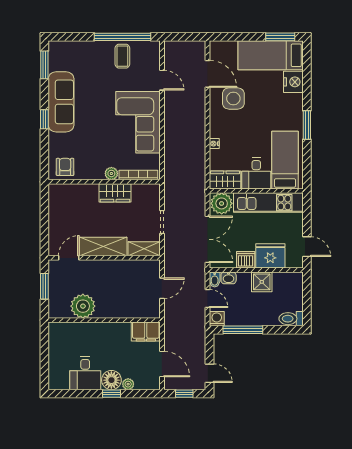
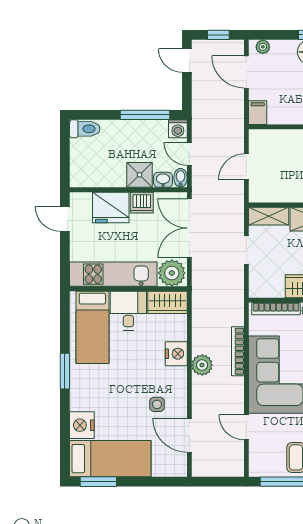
side table: (233, 99) -> (157, 404), width x0.54, depth x0.54
plant: (197, 130) -> (202, 365), added
bookcase: (169, 141) -> (238, 351), added
nightstand: (214, 144) -> (176, 354), width x1.89, depth x1.79
shower: (262, 282) -> (140, 175), moved
filing cabinet: (146, 332) -> (258, 113), width x0.50
plant: (128, 384) -> (263, 47), moved

